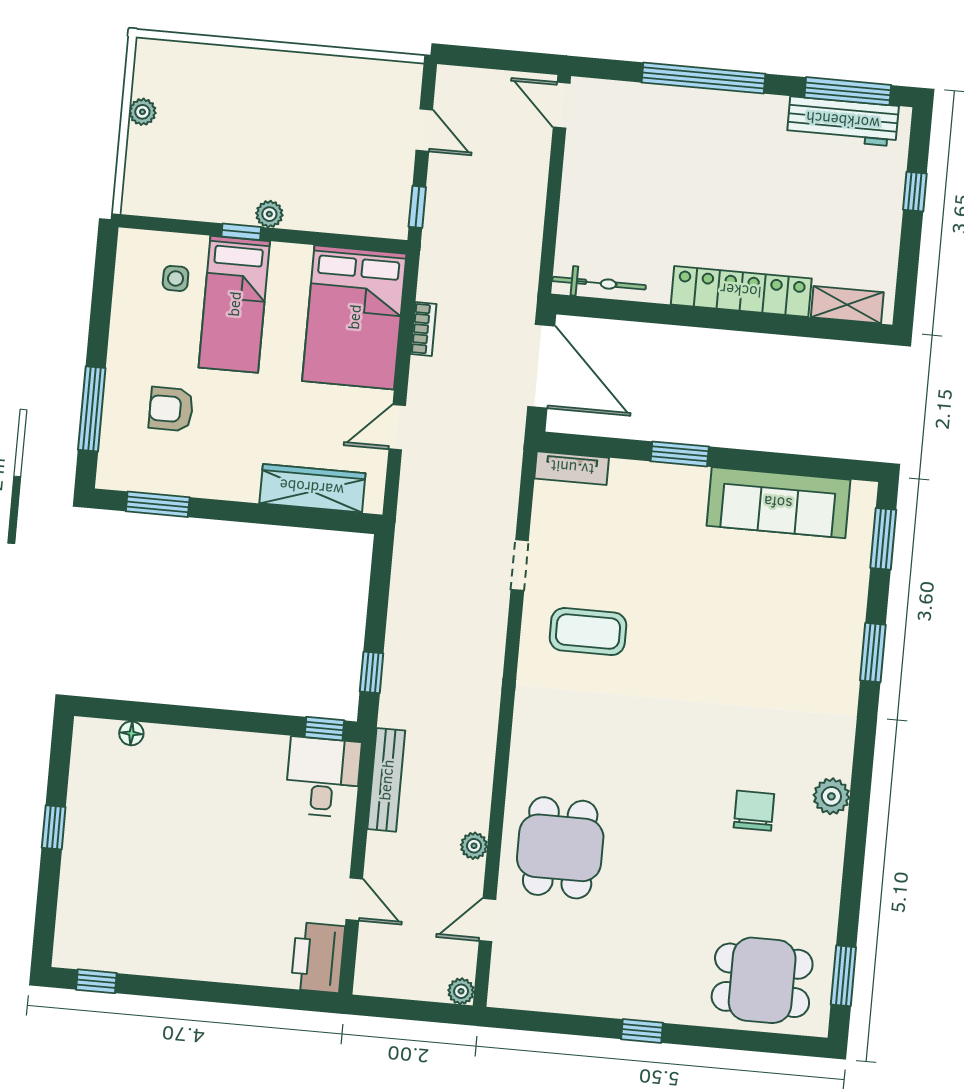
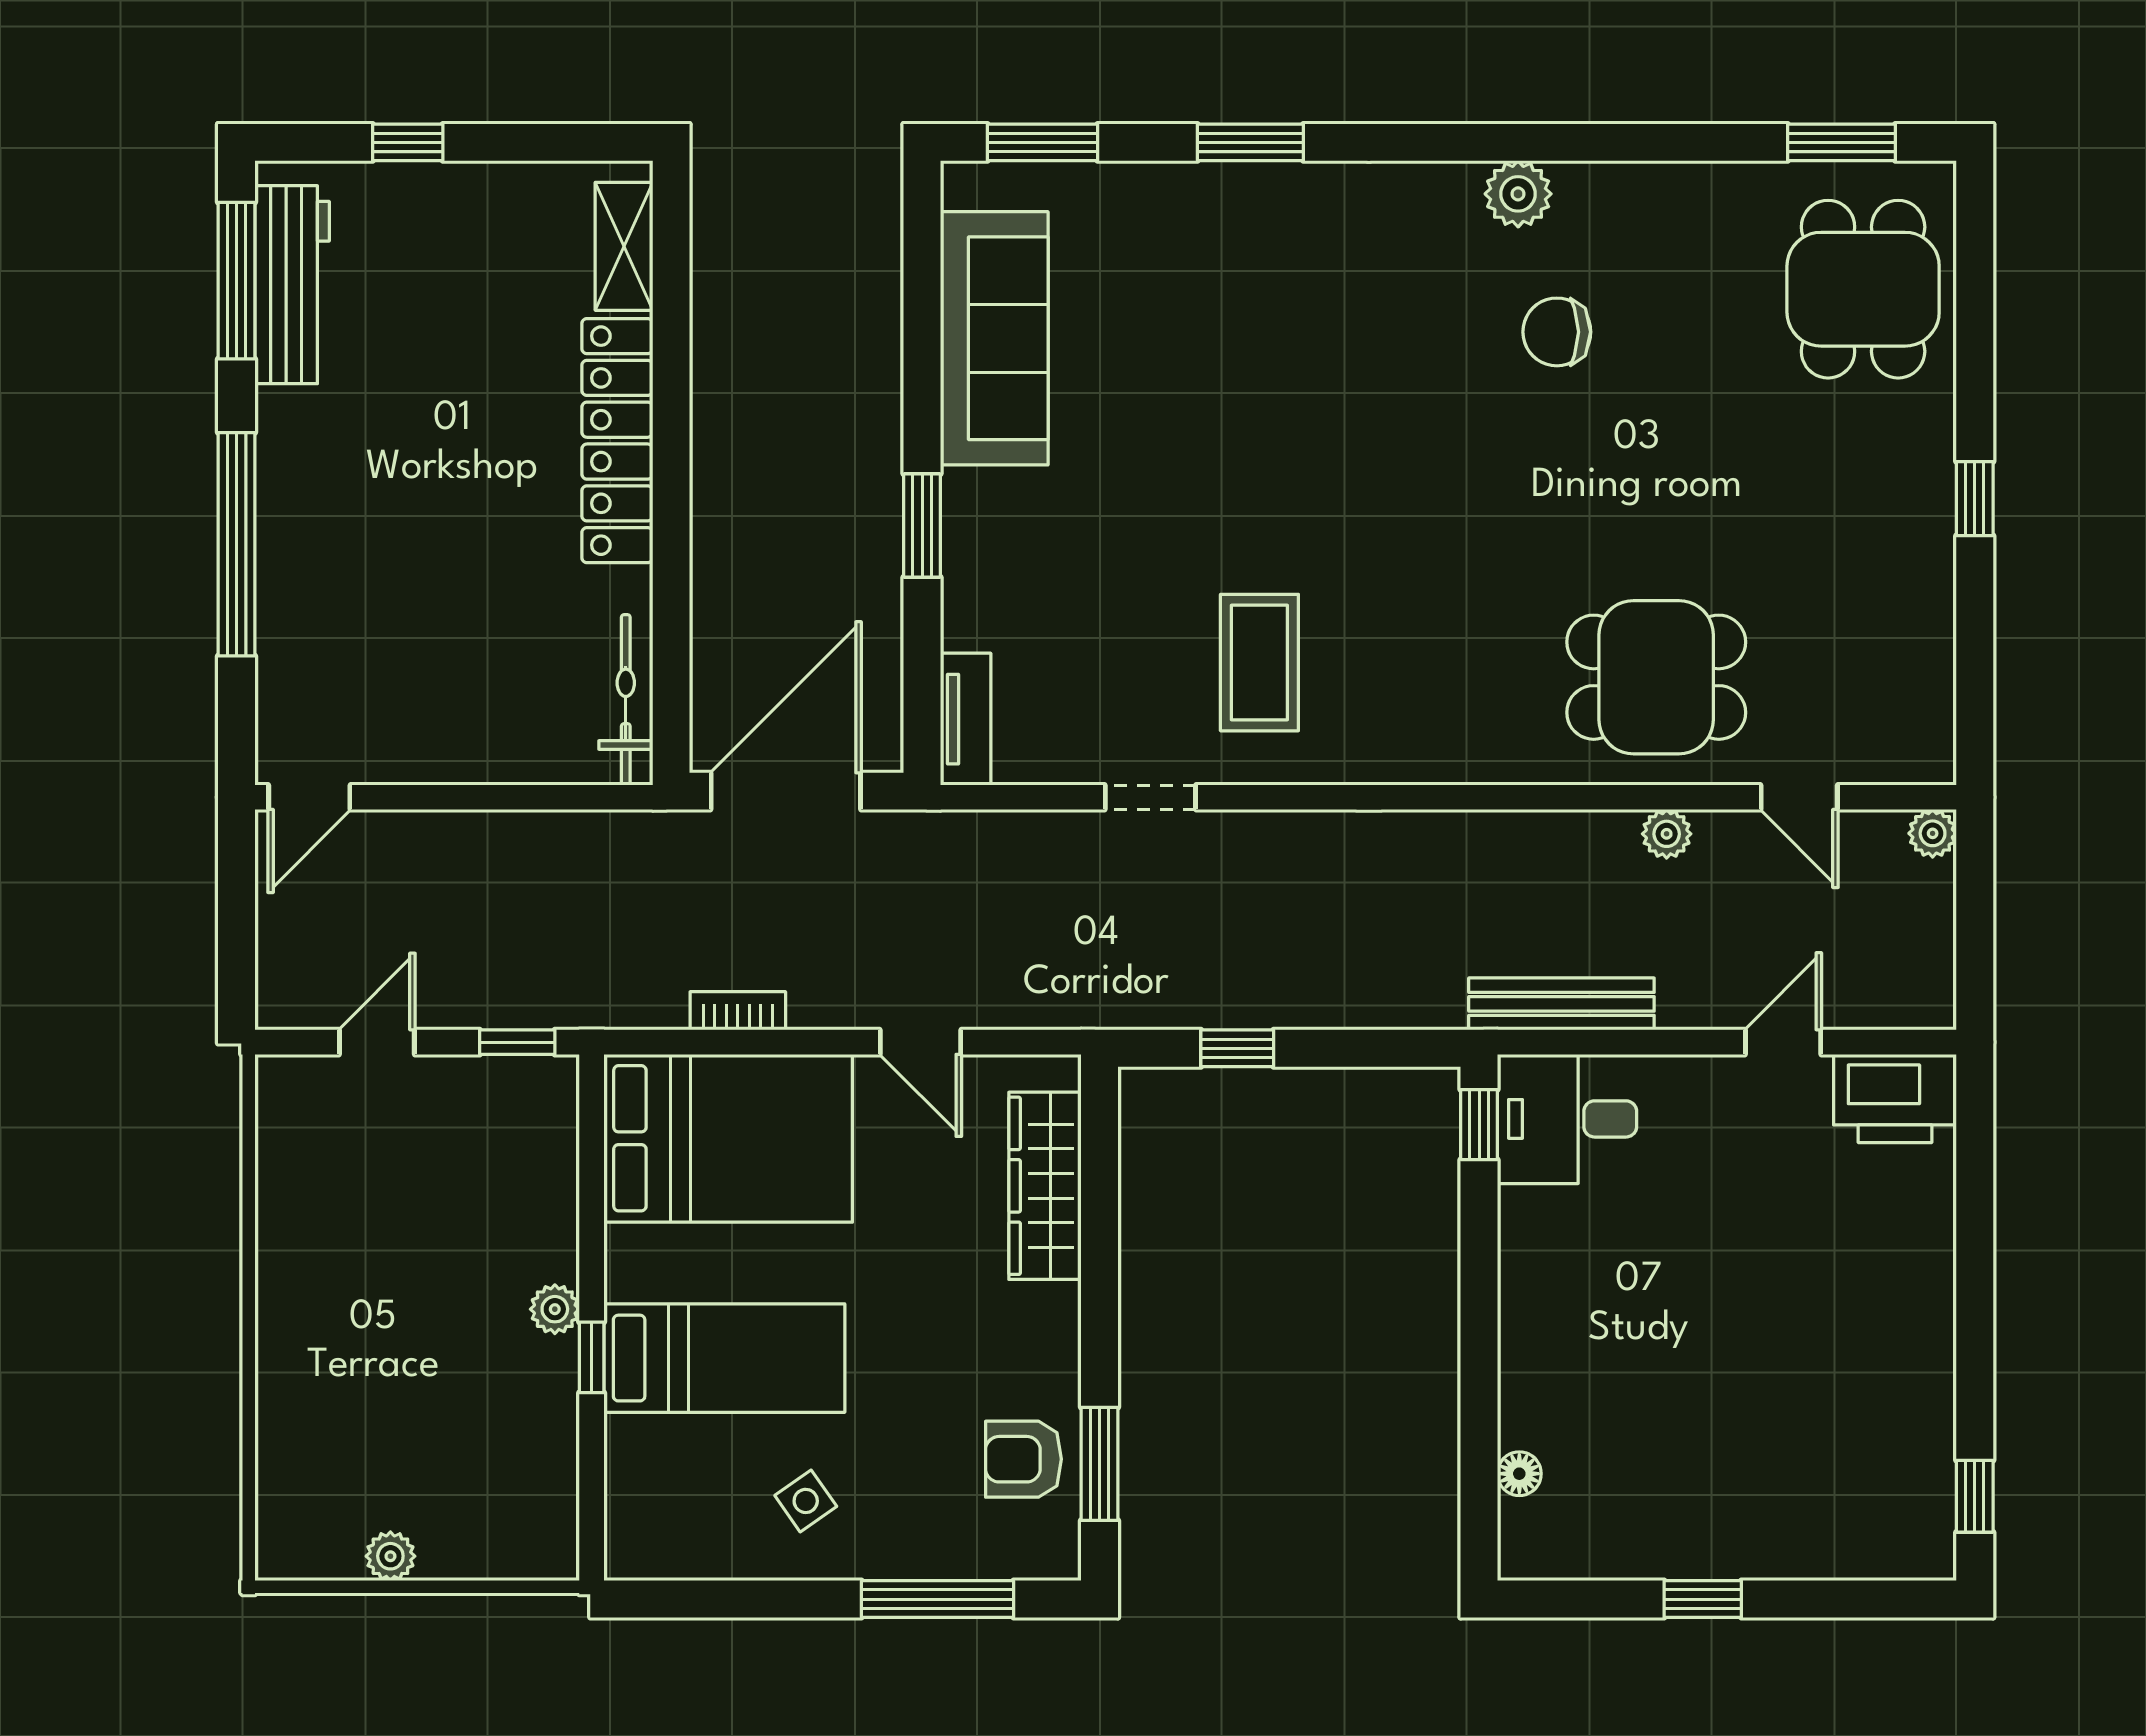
side table: (176, 278) -> (806, 1501), moved, turned -35
armchair: (171, 409) -> (1024, 1459), moved, turned 90
window: (372, 672) -> (1237, 1048), moved

